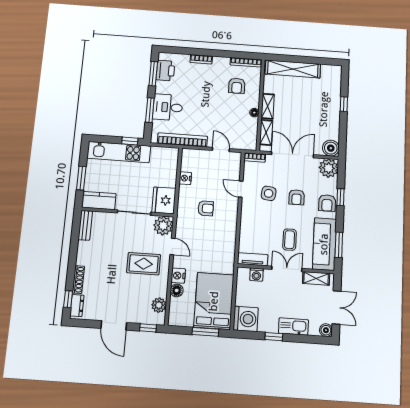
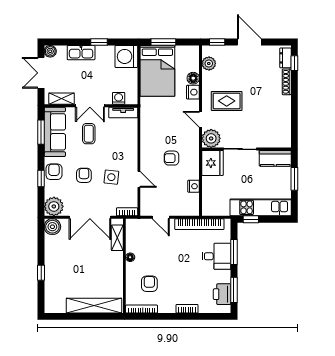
shelving: (268, 106) -> (117, 265), removed
bench: (85, 225) -> (286, 133), removed

